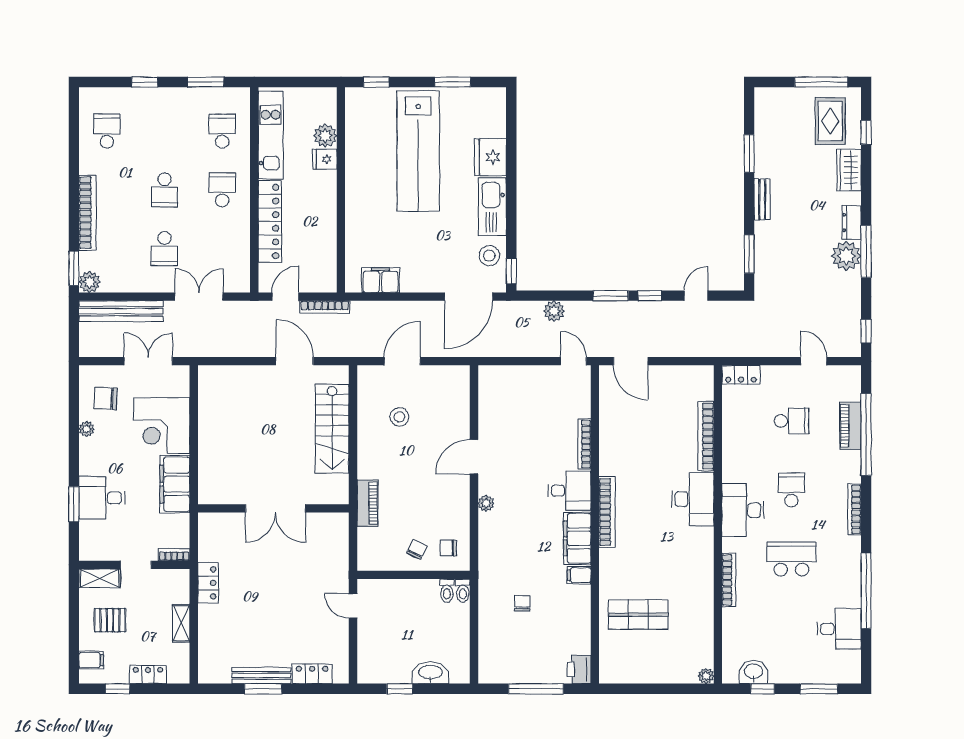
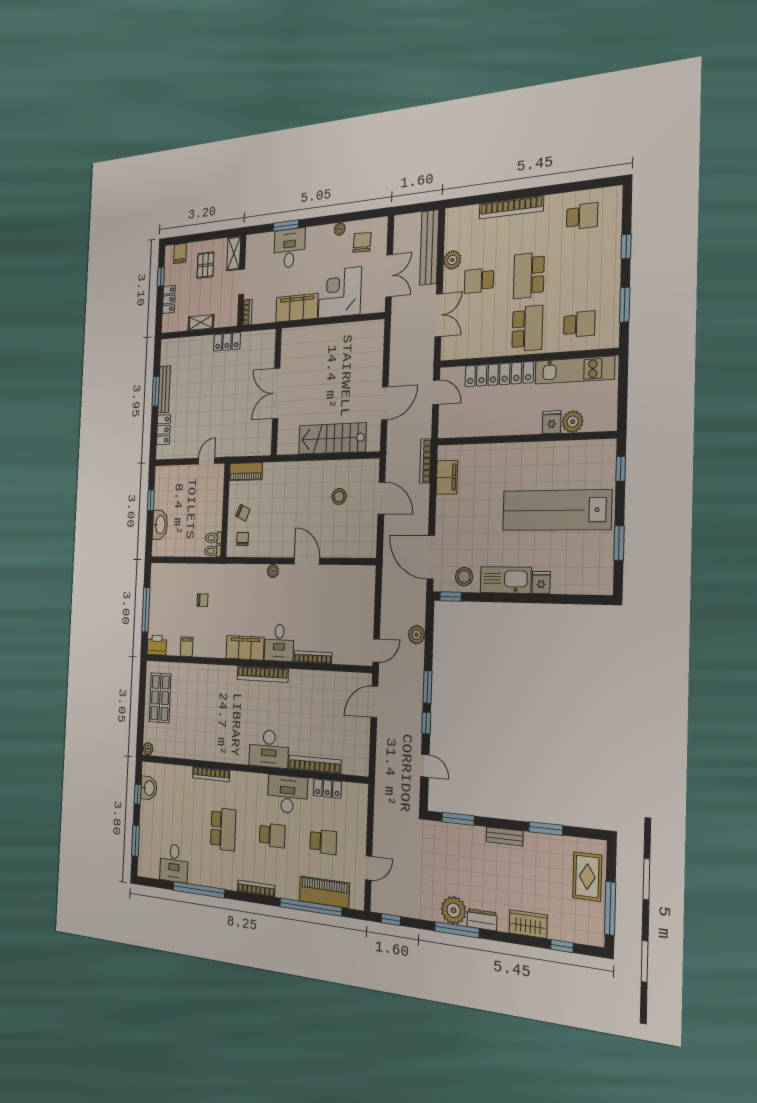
rug: (830, 121) -> (587, 877), moved, turned 90
fridge: (490, 157) -> (541, 583), width x0.53, depth x0.75
school desk: (165, 190) -> (529, 275), width x1.85
school desk: (222, 190) -> (527, 328), width x1.85
window: (74, 268) -> (465, 201), removed
plant: (90, 282) -> (452, 260), moved
bookcase: (325, 307) -> (426, 461), moved
locker: (741, 375) -> (327, 789), moved, turned -90
school desk: (791, 421) -> (323, 842), turned -90
piano: (850, 426) -> (324, 892), width x1.37, depth x1.33
piano: (368, 503) -> (246, 472), moved
desk: (743, 510) -> (287, 794), moved
filing cabinet: (579, 575) -> (187, 647), moved
shop shelf: (638, 615) -> (160, 698), moved

